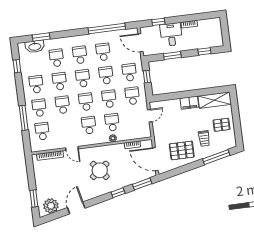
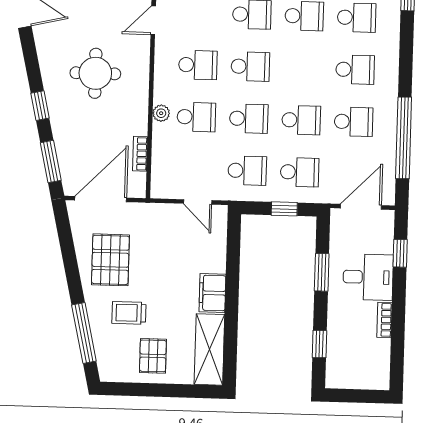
school desk: (83, 78) -> (303, 68), removed
round table: (100, 170) -> (95, 73), turned 38

